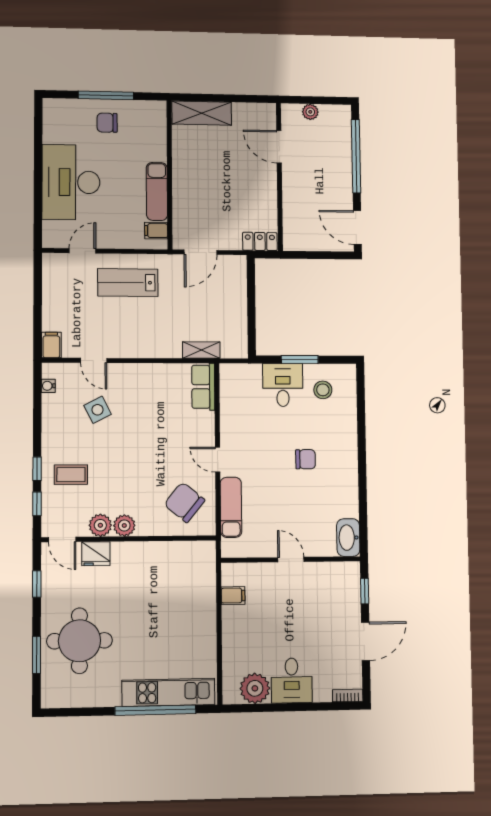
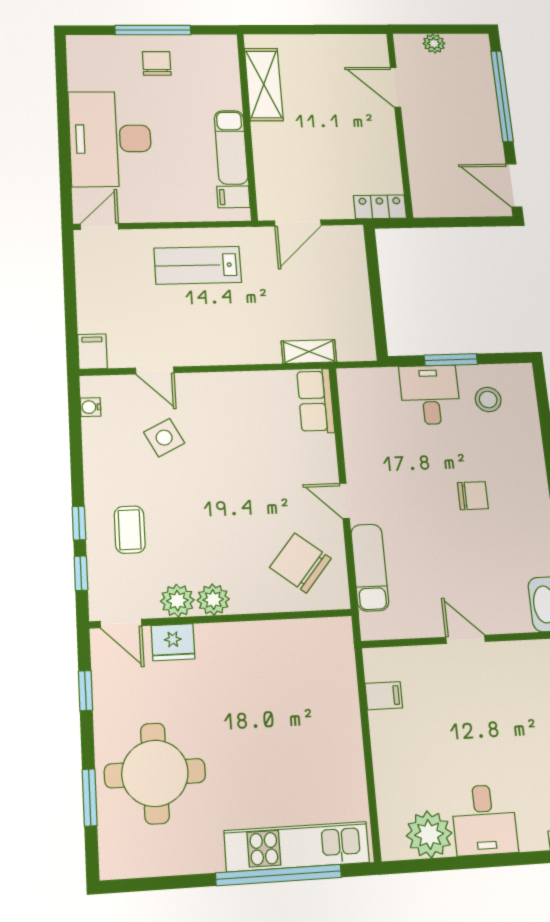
shelving: (202, 113) -> (264, 84), moved, turned 90
chair: (107, 123) -> (157, 63), turned 90
door: (82, 251) -> (99, 227), moved
coffee table: (71, 475) -> (130, 530), turned 90

